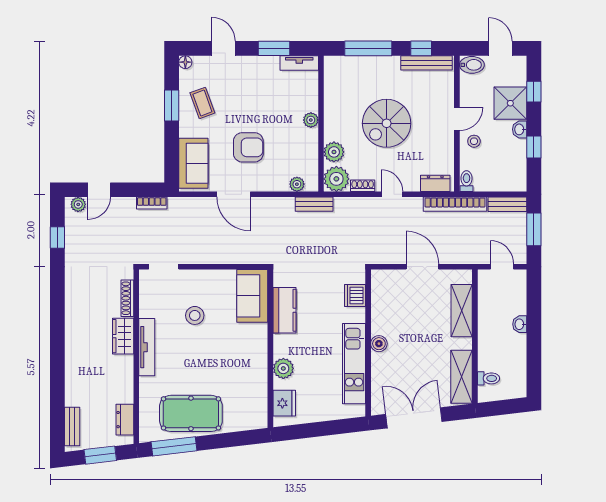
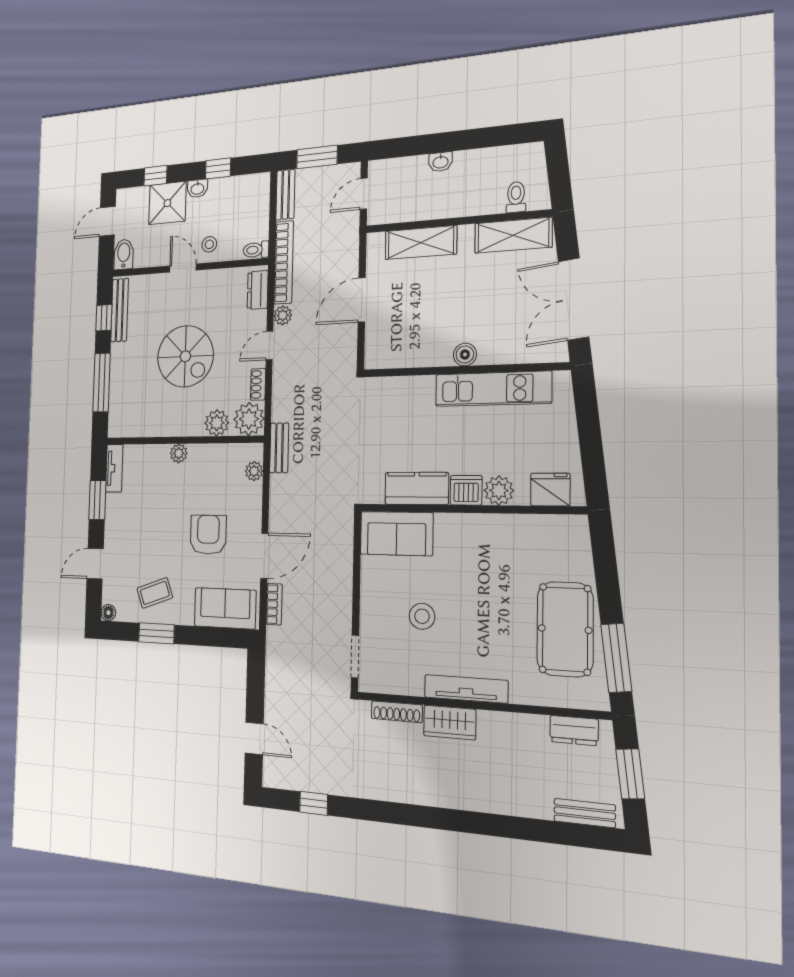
bookcase: (152, 203) -> (274, 604), moved
plant: (78, 204) -> (283, 315), moved
dishwasher: (355, 295) -> (466, 490), moved, turned 180

